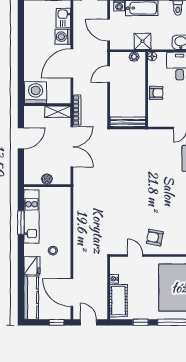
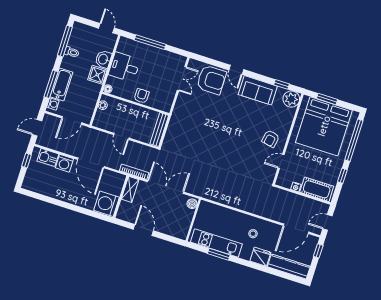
shower: (143, 41) -> (97, 75), moved
door: (109, 74) -> (121, 136), moved
boiler: (47, 179) -> (192, 204), moved

